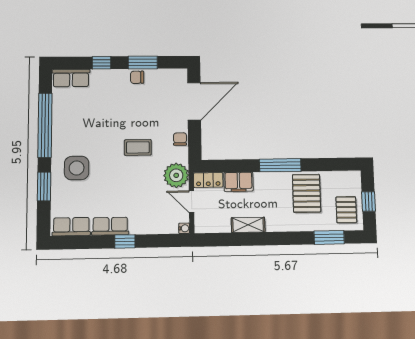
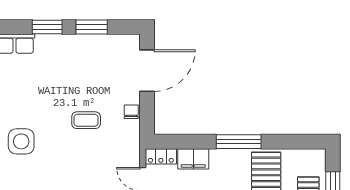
window: (102, 63) -> (47, 27), width x1.50
chair: (137, 77) -> (86, 43), removed
plant: (176, 175) -> (127, 151), removed

